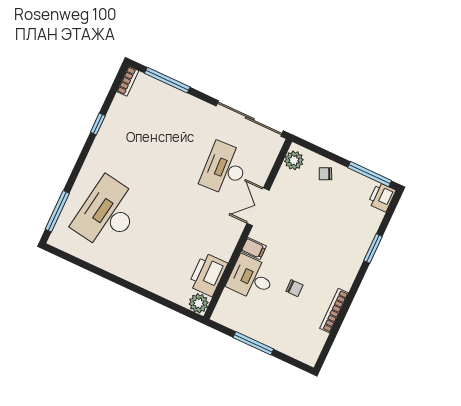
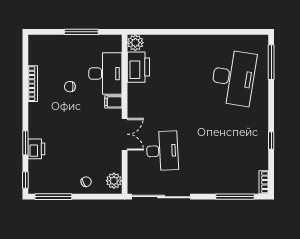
printer: (382, 197) -> (36, 149), moved
window: (392, 207) -> (25, 180), added
desk: (251, 278) -> (105, 74), width x1.37

